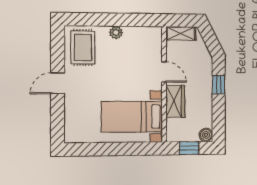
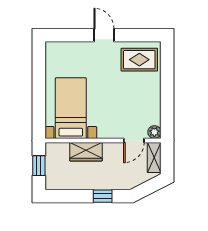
plant: (116, 32) -> (154, 132), moved
door: (164, 72) -> (134, 140), moved
boiler: (206, 135) -> (52, 183), removed

